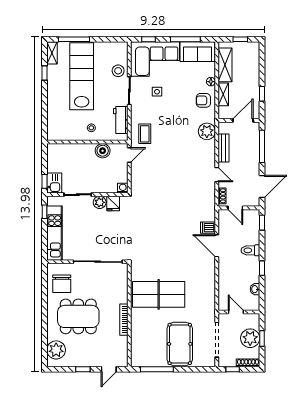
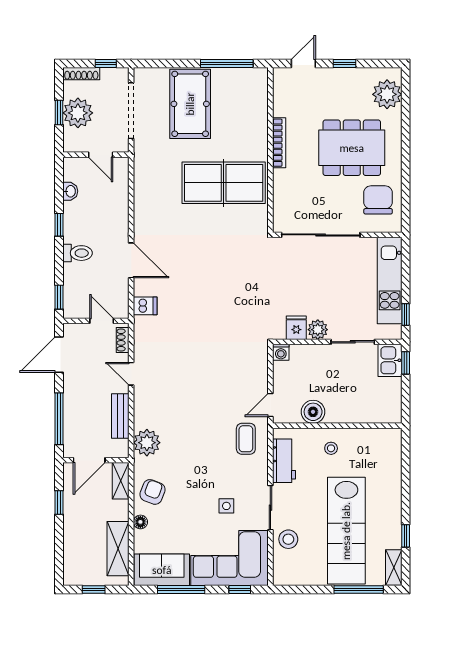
shelving: (223, 94) -> (121, 481), moved
armchair: (203, 100) -> (152, 492), turned -69
dishwasher: (208, 228) -> (145, 306), moved

